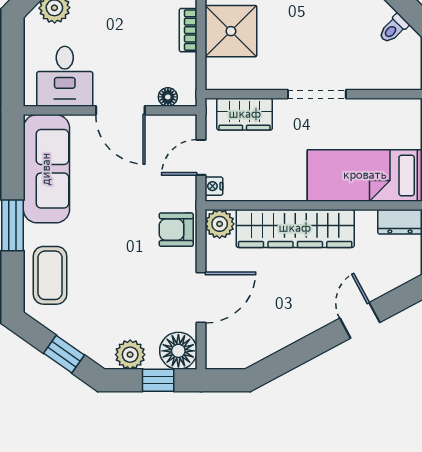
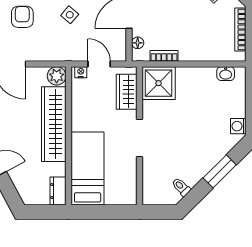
bookcase: (188, 30) -> (164, 56), moved
shower: (231, 31) -> (159, 83), moved
side table: (124, 203) -> (70, 15), added
armchair: (176, 230) -> (22, 17), moved

